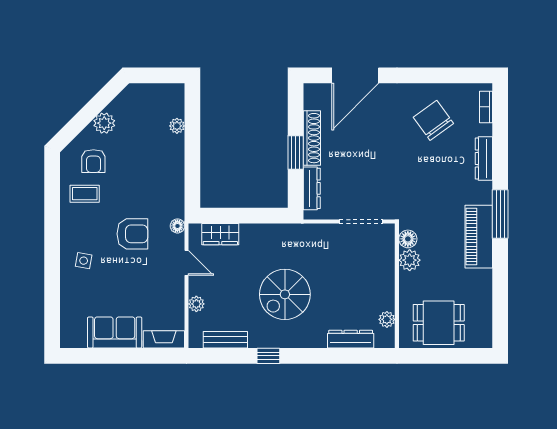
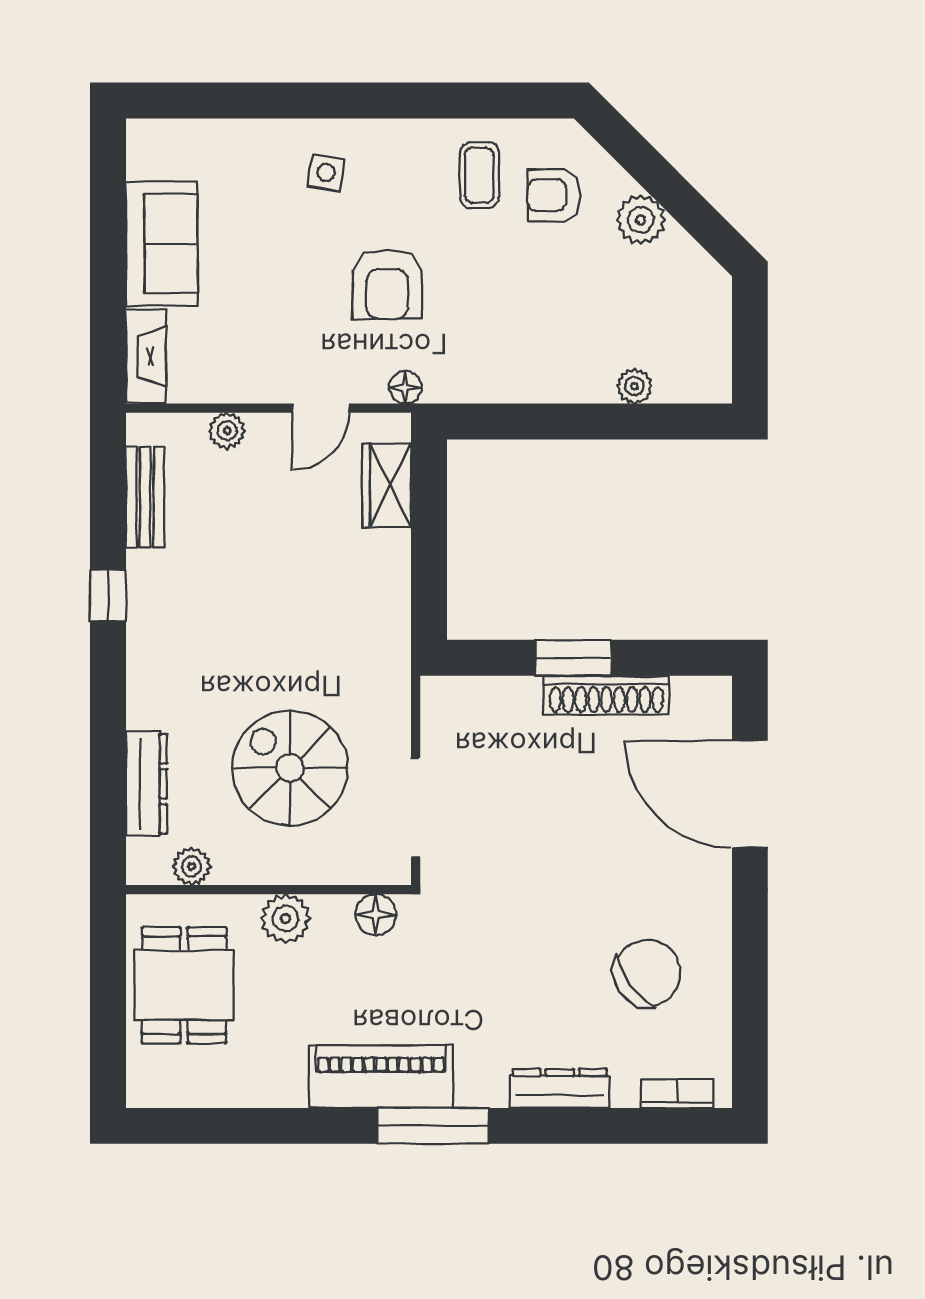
dresser: (312, 188) -> (491, 695), removed
plant: (410, 260) -> (286, 919), moved
spiral stairs: (285, 294) -> (290, 768), moved

